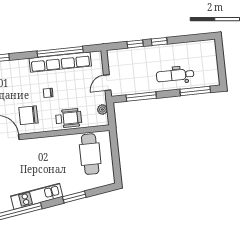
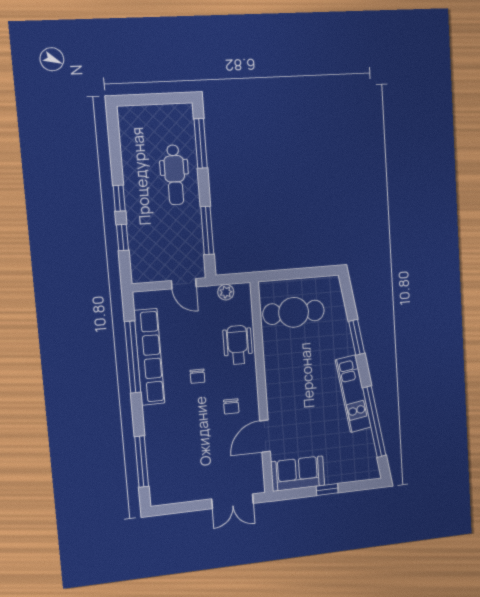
chair: (28, 115) -> (231, 406), width x0.54, depth x0.54

